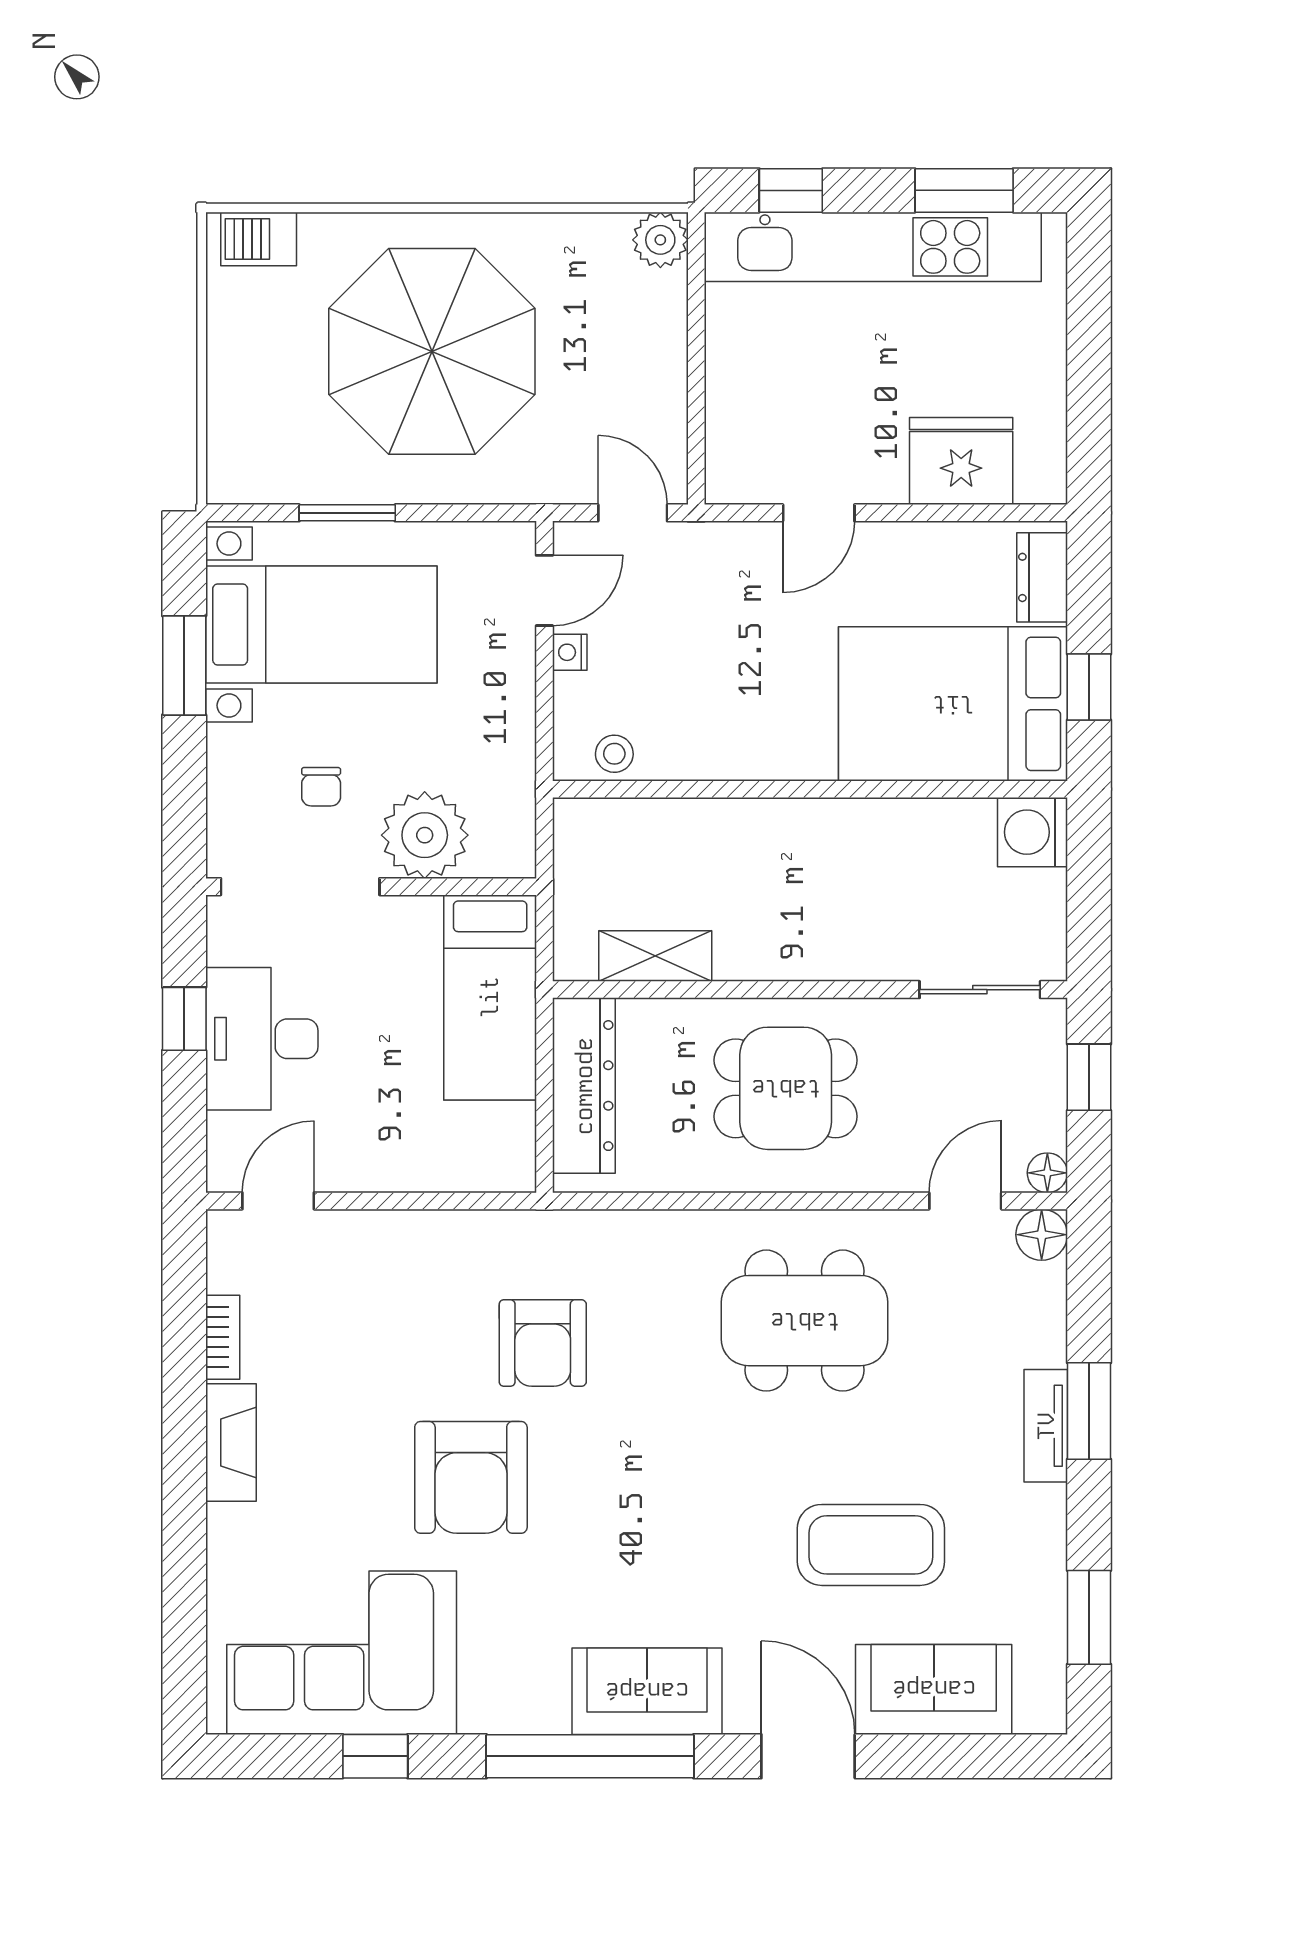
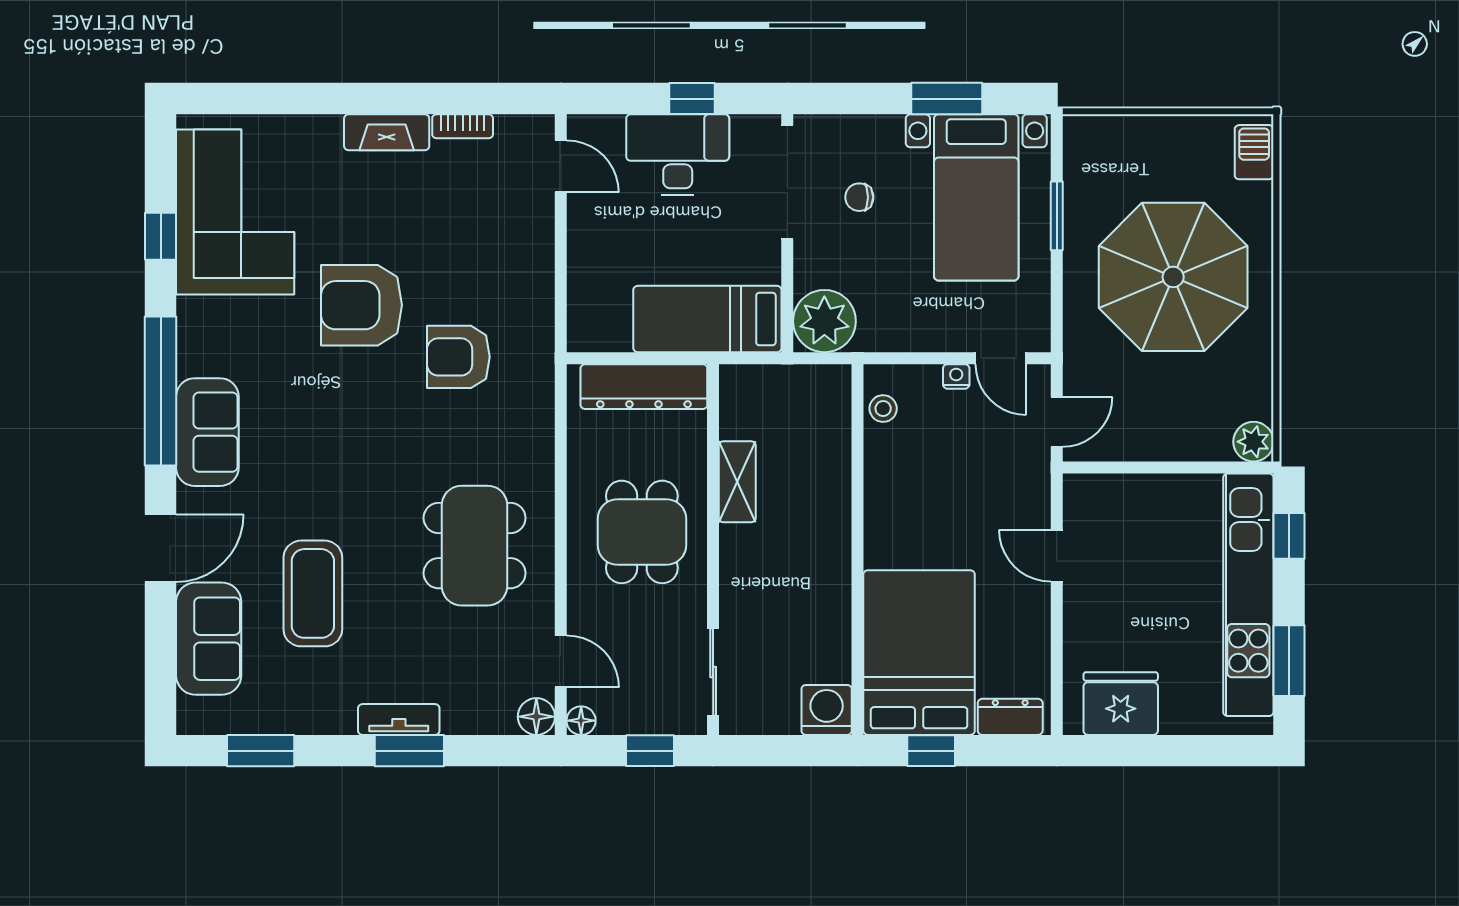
fridge: (961, 461) -> (1121, 704), moved, turned -90
plant: (425, 835) -> (824, 321), moved
shelving: (655, 956) -> (737, 482), moved

